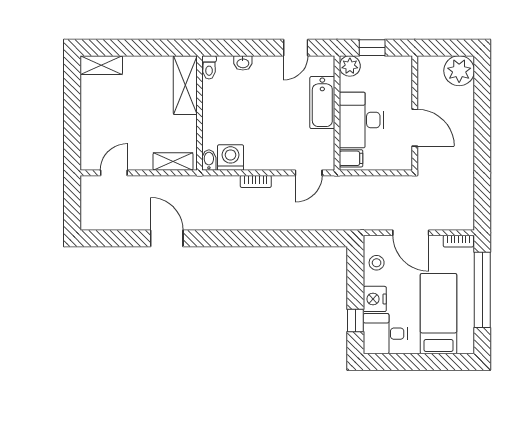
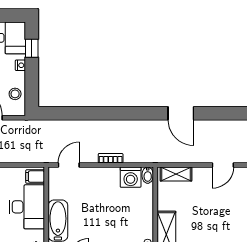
nightstand: (375, 299) -> (20, 65), width x0.53, depth x0.56

